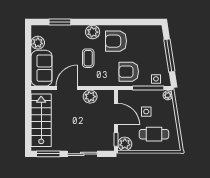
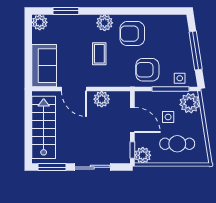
plant: (38, 43) -> (40, 22), moved
door: (67, 88) -> (74, 89), swing flipped
plant: (168, 95) -> (190, 103), width x1.87, depth x1.87

